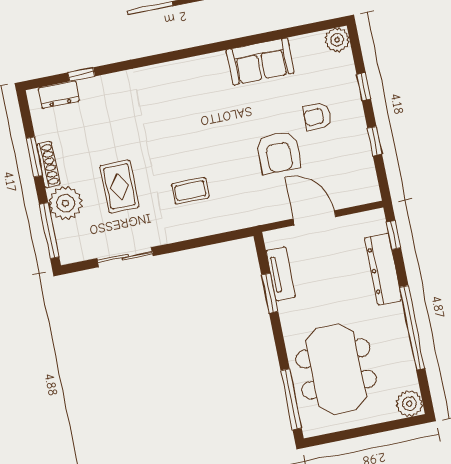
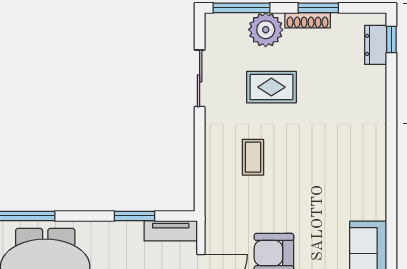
window: (81, 74) -> (391, 40), moved
tv unit: (281, 274) -> (171, 231), moved

